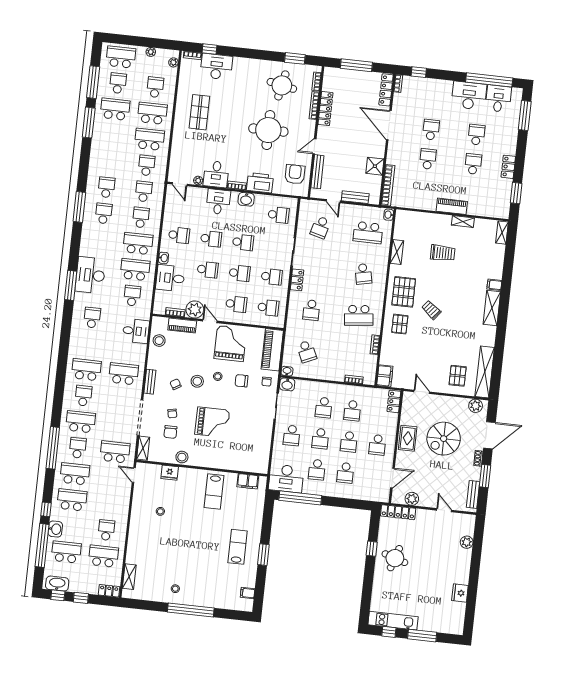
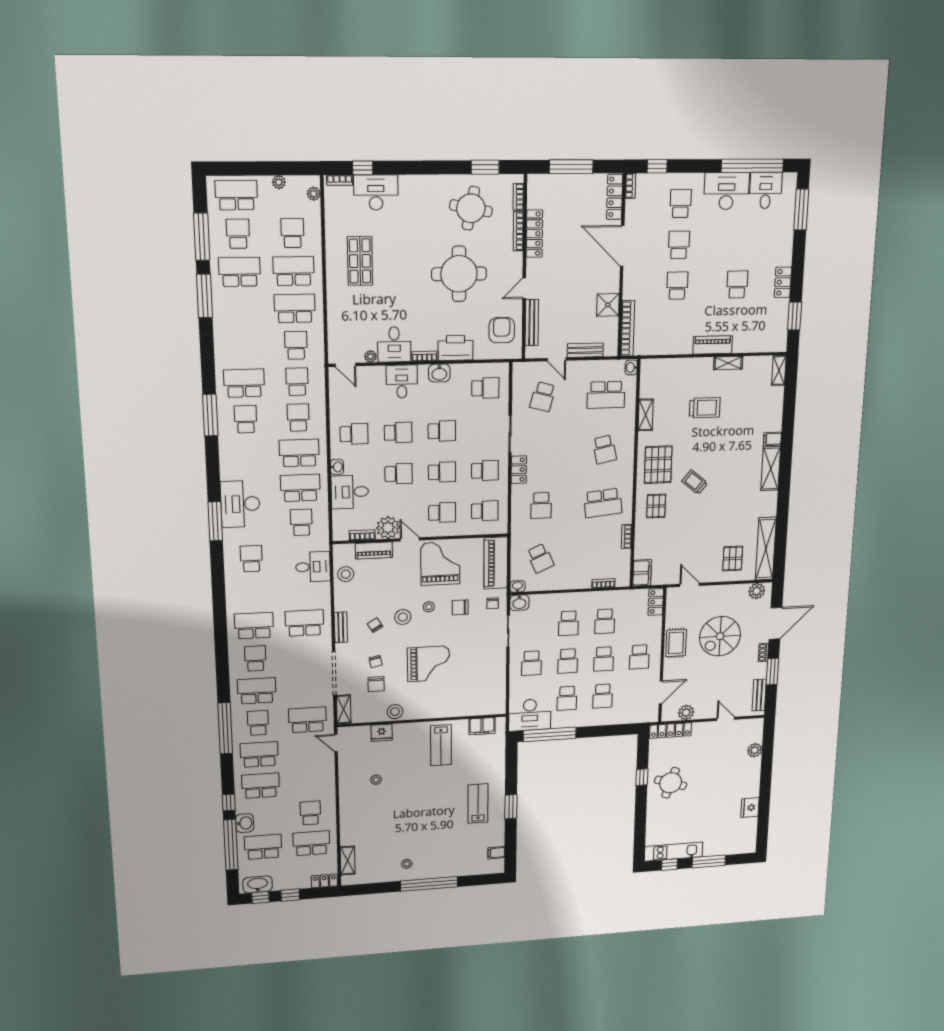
school desk: (476, 135) -> (681, 204), moved
school desk: (106, 187) -> (244, 383), width x1.85

